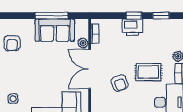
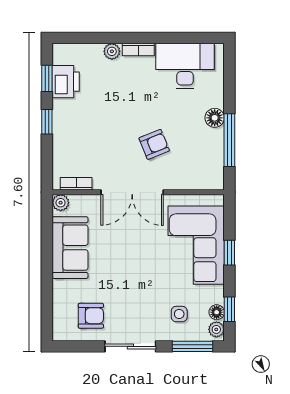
window: (52, 16) -> (47, 253), removed
printer: (132, 27) -> (66, 82), moved
plant: (83, 43) -> (61, 203), moved
rug: (148, 72) -> (137, 98), removed

